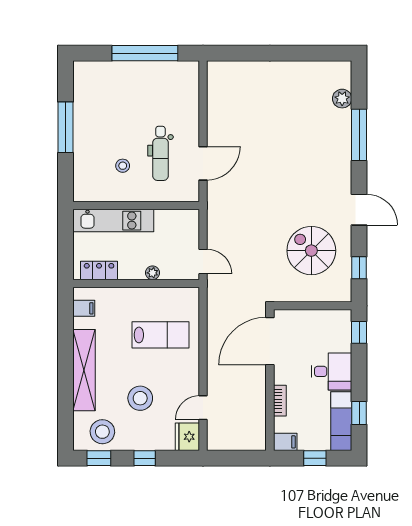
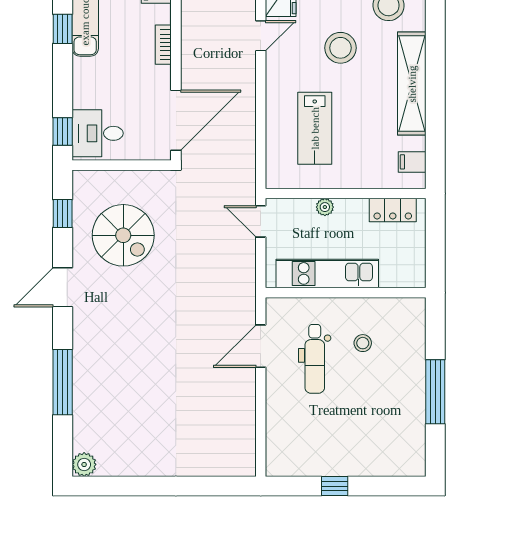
window: (145, 53) -> (335, 486), width x0.32
plant: (342, 99) -> (84, 464), moved
dental chair: (160, 153) -> (315, 359), turned 180
door: (359, 210) -> (63, 287), hinge flipped
kitchen unit: (113, 221) -> (327, 273), moved
lab bench: (160, 335) -> (315, 128), turned -90
desk: (332, 371) -> (98, 133), moved

